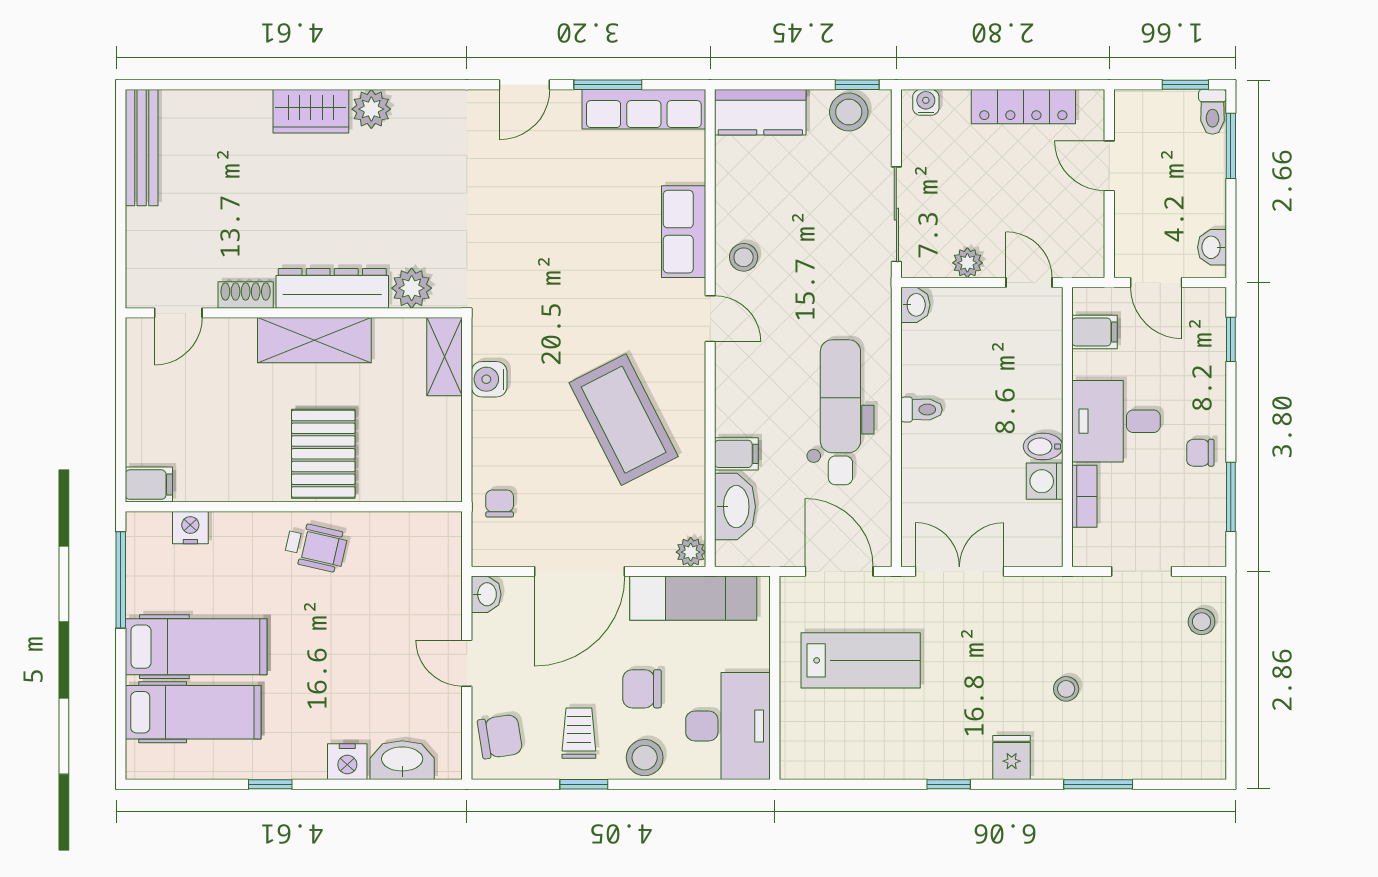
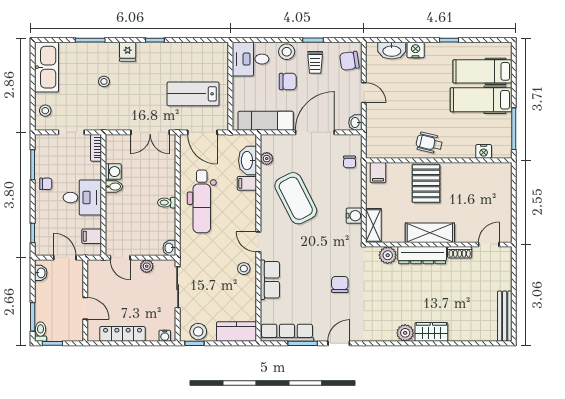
chair: (522, 221) -> (340, 284), added
filing cabinet: (149, 485) -> (378, 173), moved, turned -90
bookcase: (1084, 496) -> (96, 148), moved
plant: (691, 552) -> (267, 159), moved
kitchen sink: (1199, 722) -> (46, 67), added
desk: (728, 726) -> (251, 59), width x0.73

